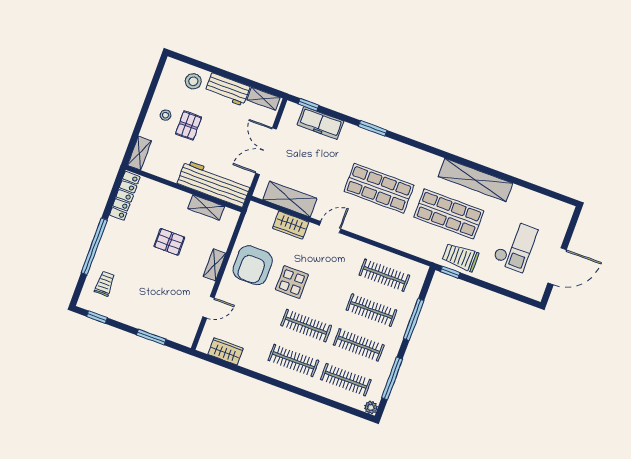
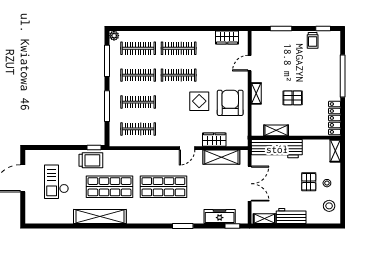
stool: (193, 81) -> (329, 206), moved
trolley: (105, 284) -> (313, 40), moved

